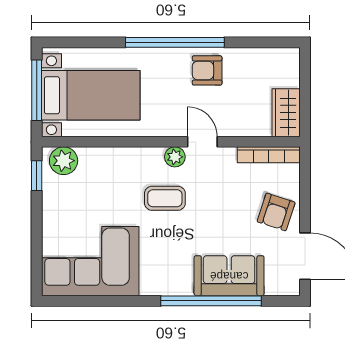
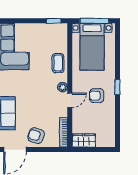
window: (175, 42) -> (117, 87), width x0.32
armchair: (207, 70) -> (97, 96), moved, turned -90
plant: (64, 161) -> (61, 34), removed
coffee table: (165, 198) -> (58, 63), moved

